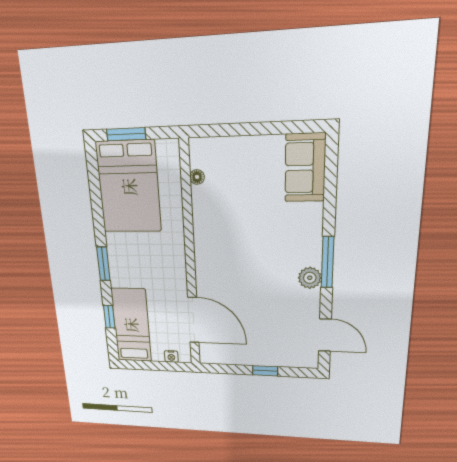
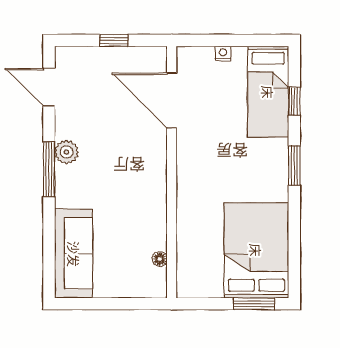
sofa: (305, 168) -> (74, 254), width x1.36
floor lamp: (197, 177) -> (160, 259), moved
wall: (190, 259) -> (172, 172), moved
door: (193, 320) -> (172, 100), moved

